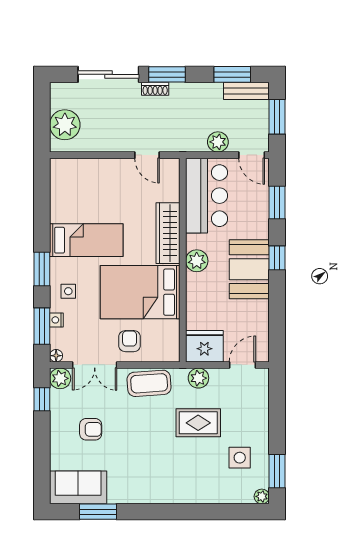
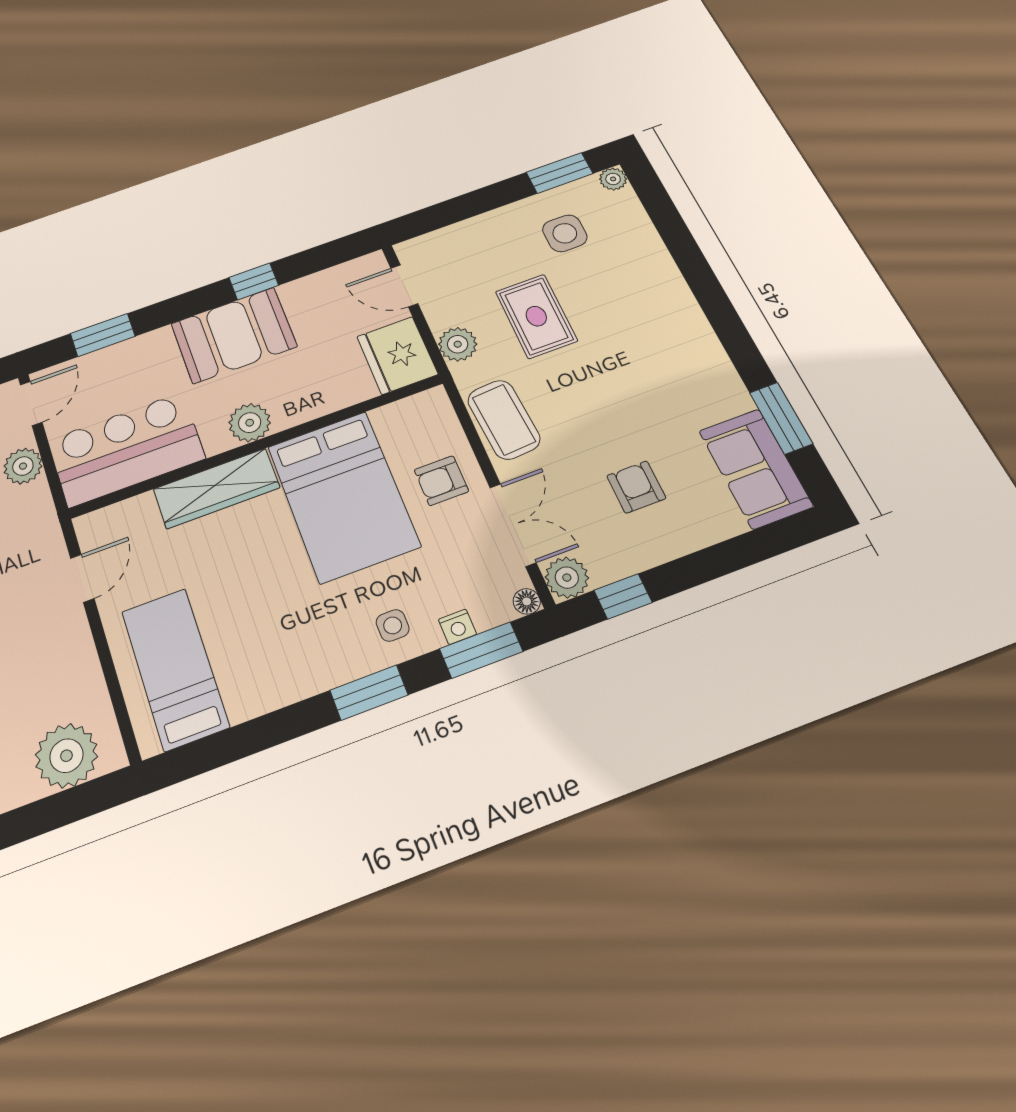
bed: (86, 240) -> (175, 669), moved
window: (277, 258) -> (254, 281), moved

